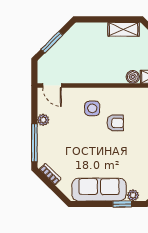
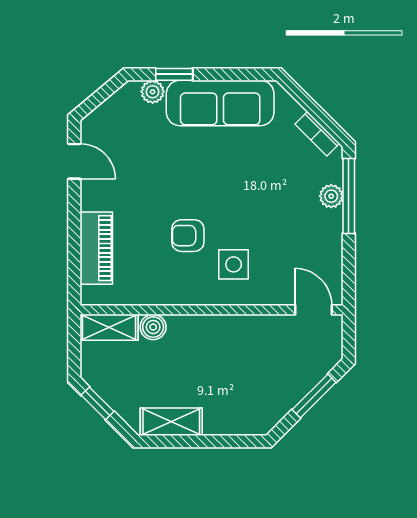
plant: (43, 120) -> (331, 196), moved

